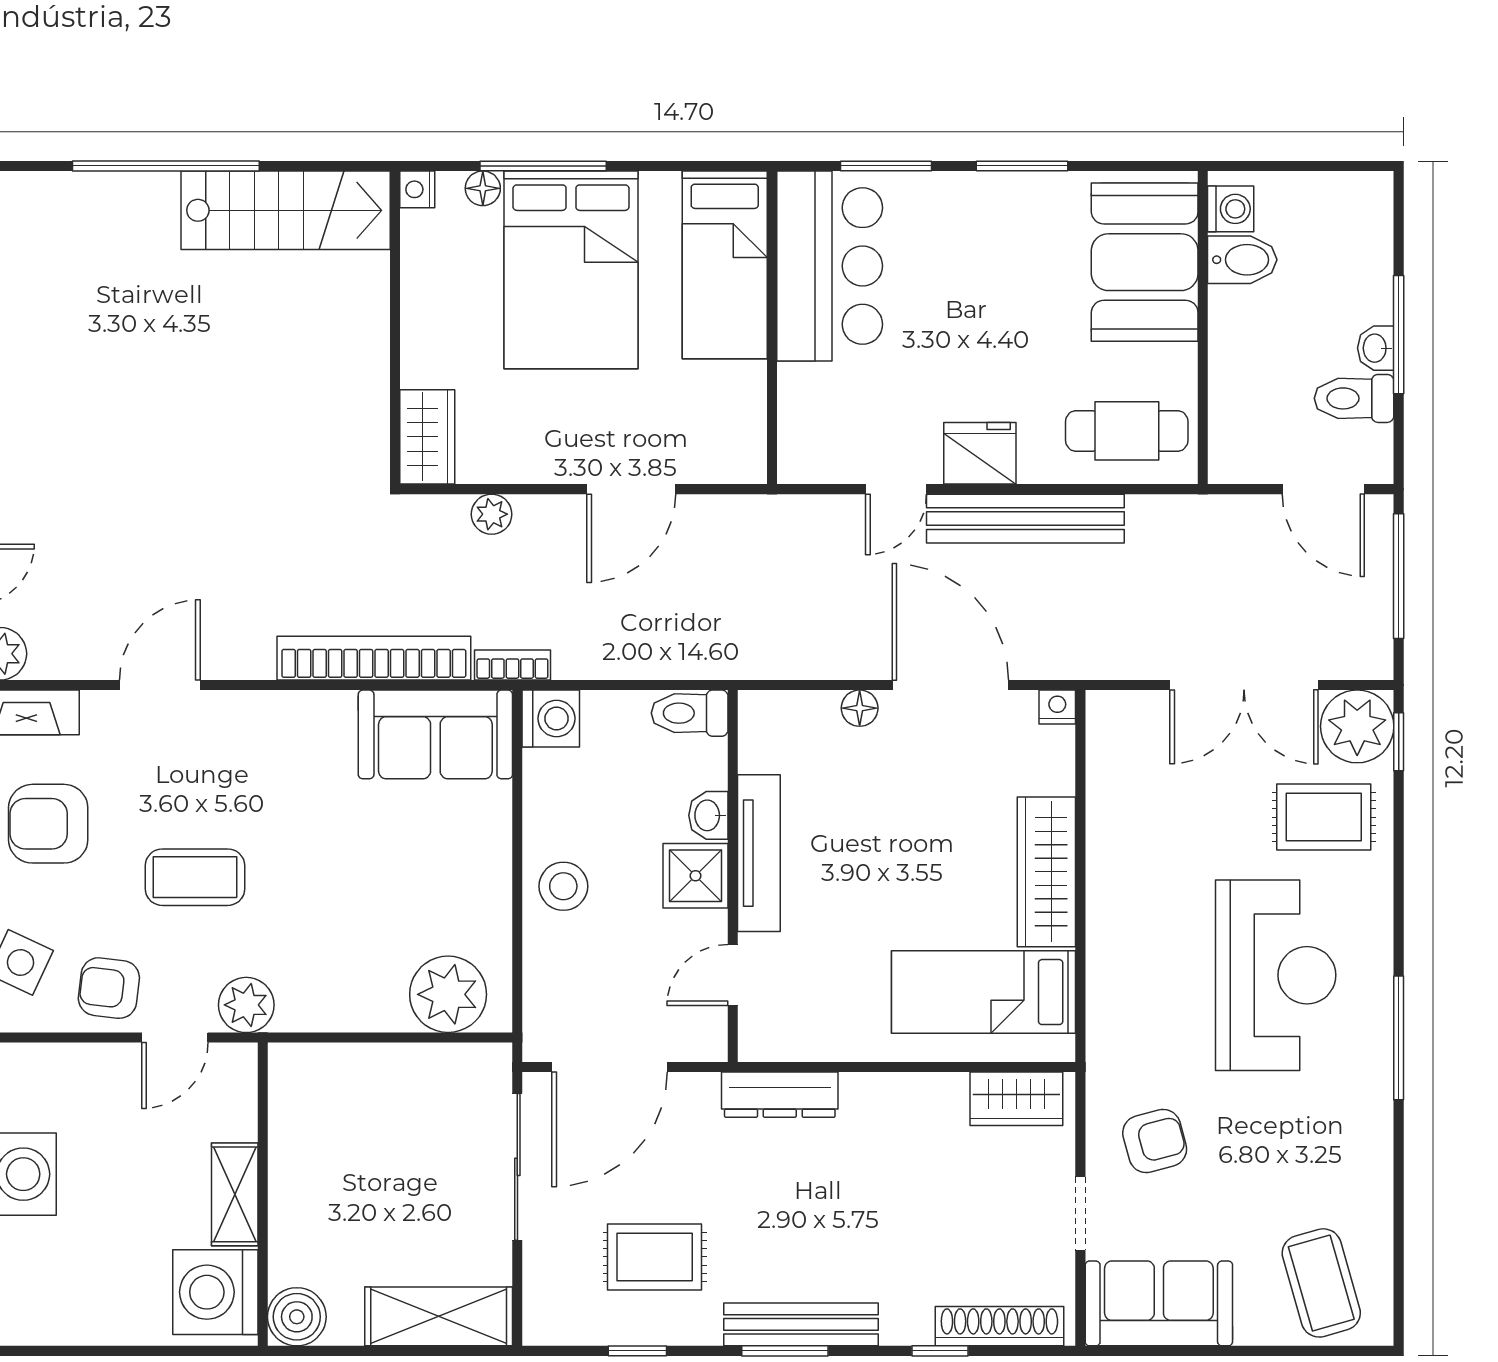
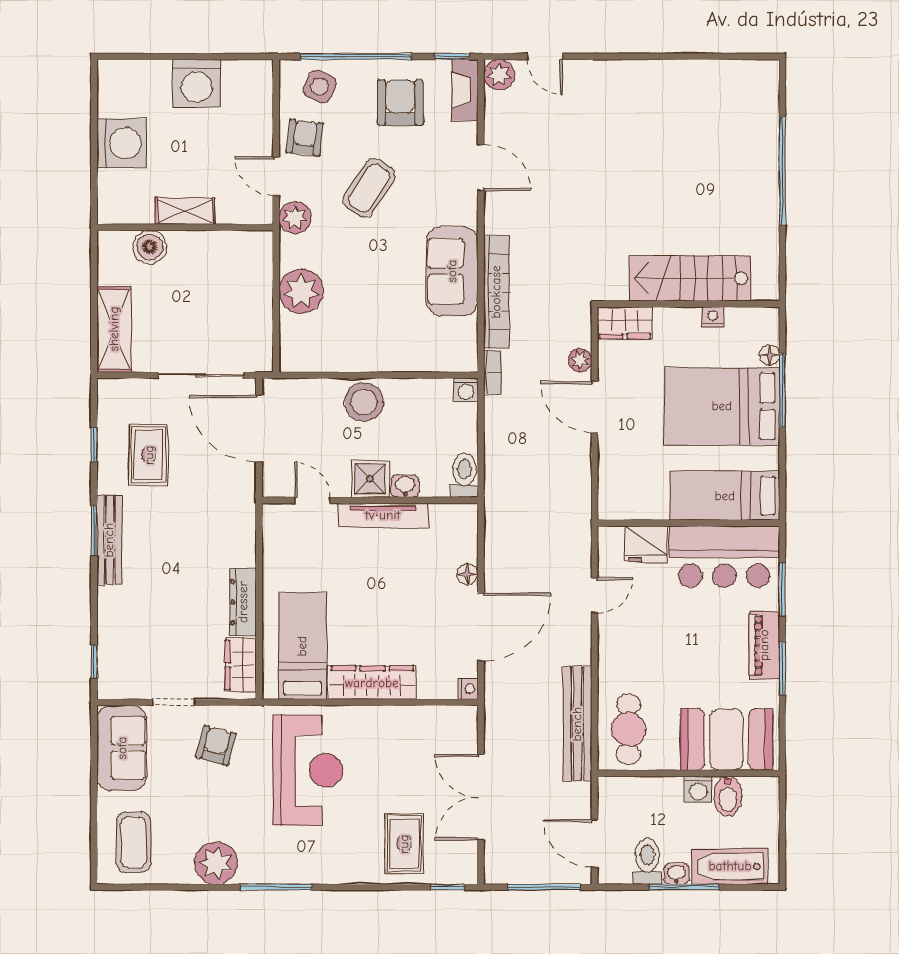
nightstand: (417, 189) -> (713, 317), moved
piano: (982, 197) -> (764, 645), added
washing machine: (1231, 209) -> (698, 790), moved
stairs: (286, 210) -> (690, 278), moved, turned 90
bathtub: (1363, 257) -> (730, 866), added
fridge: (980, 453) -> (646, 544), moved, turned 90
door: (631, 489) -> (595, 407), moved
door: (896, 489) -> (595, 595), swing flipped
door: (1323, 489) -> (595, 843), hinge flipped
bench: (1025, 519) -> (577, 724), moved
washing machine: (551, 718) -> (466, 390), width x0.73, depth x0.73
plant: (1357, 726) -> (216, 863), moved
sofa: (435, 734) -> (452, 271), moved
coffee table: (195, 877) -> (369, 188), turned 33
stool: (563, 886) -> (364, 402), width x1.38, depth x1.38
reception desk: (1276, 975) -> (308, 770), moved, turned -90
plant: (448, 994) -> (301, 291), moved
dresser: (780, 1095) -> (243, 602), moved
armchair: (1155, 1141) -> (216, 745), turned -150
coffee table: (1321, 1283) -> (133, 842), turned -74
washing machine: (215, 1292) -> (122, 143), moved, turned 90
boiler: (297, 1317) -> (150, 247), moved
shoe rack: (999, 1326) -> (108, 655), removed
window: (940, 1351) -> (94, 662), moved

